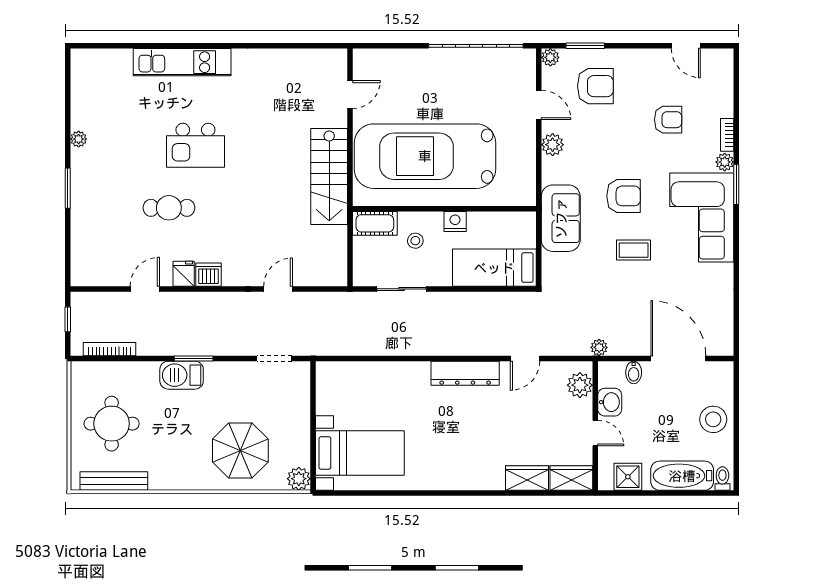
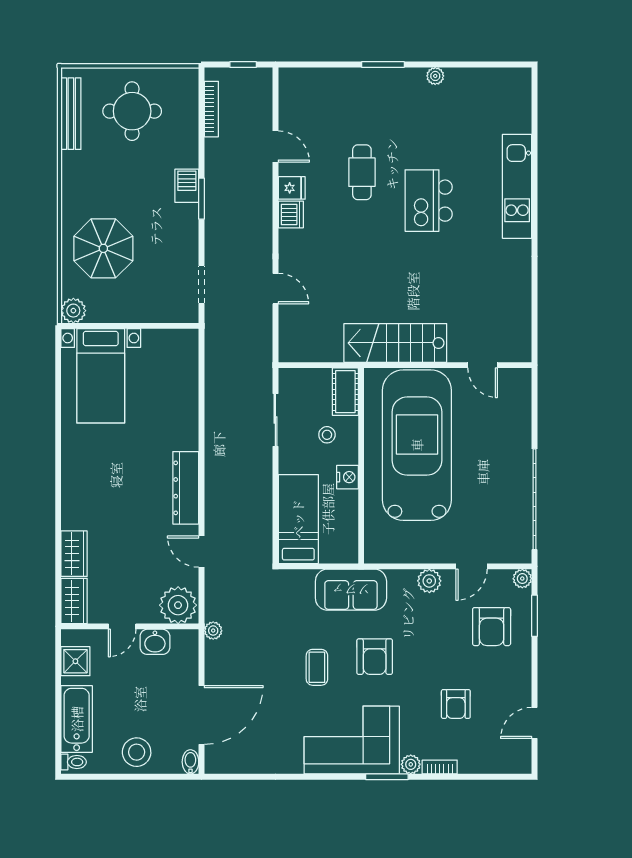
bidet: (634, 372) -> (190, 762), moved, turned 90
barbecue: (182, 375) -> (187, 186), width x0.73, depth x0.79
plant: (580, 385) -> (178, 605), width x1.36, depth x1.36

